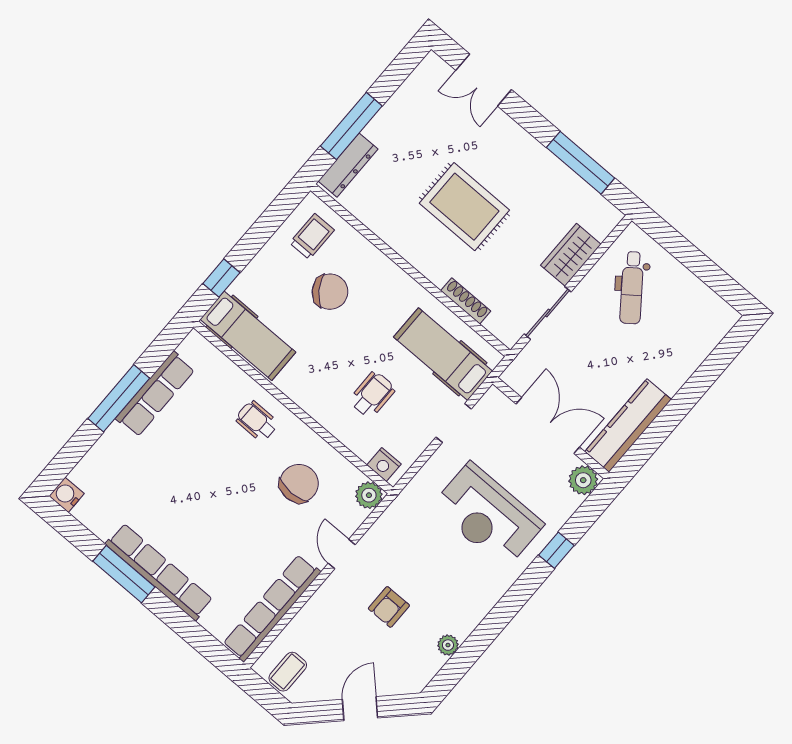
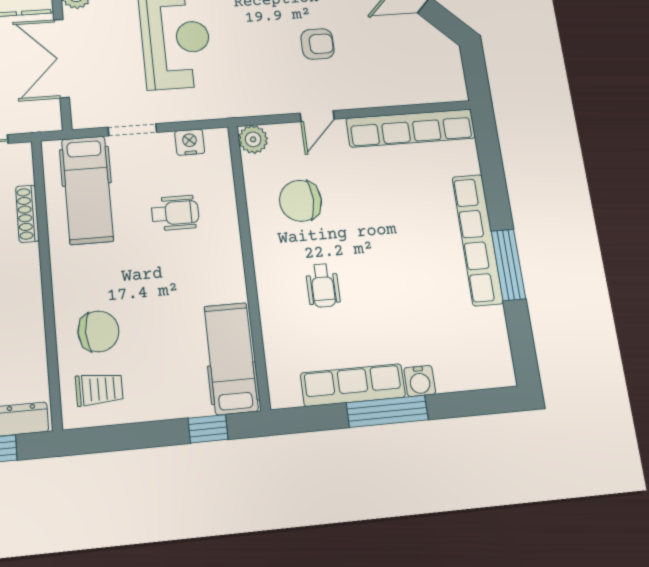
trolley: (312, 236) -> (99, 389), turned 180
chair: (330, 292) -> (98, 331), moved, turned 125
wheelchair: (372, 395) -> (175, 213), turned 180
wheelchair: (257, 421) -> (323, 286), moved
nightstand: (384, 465) -> (190, 142), moved, turned -90
water cooler: (67, 495) -> (420, 381), moved
coffee table: (288, 672) -> (442, 71), removed

